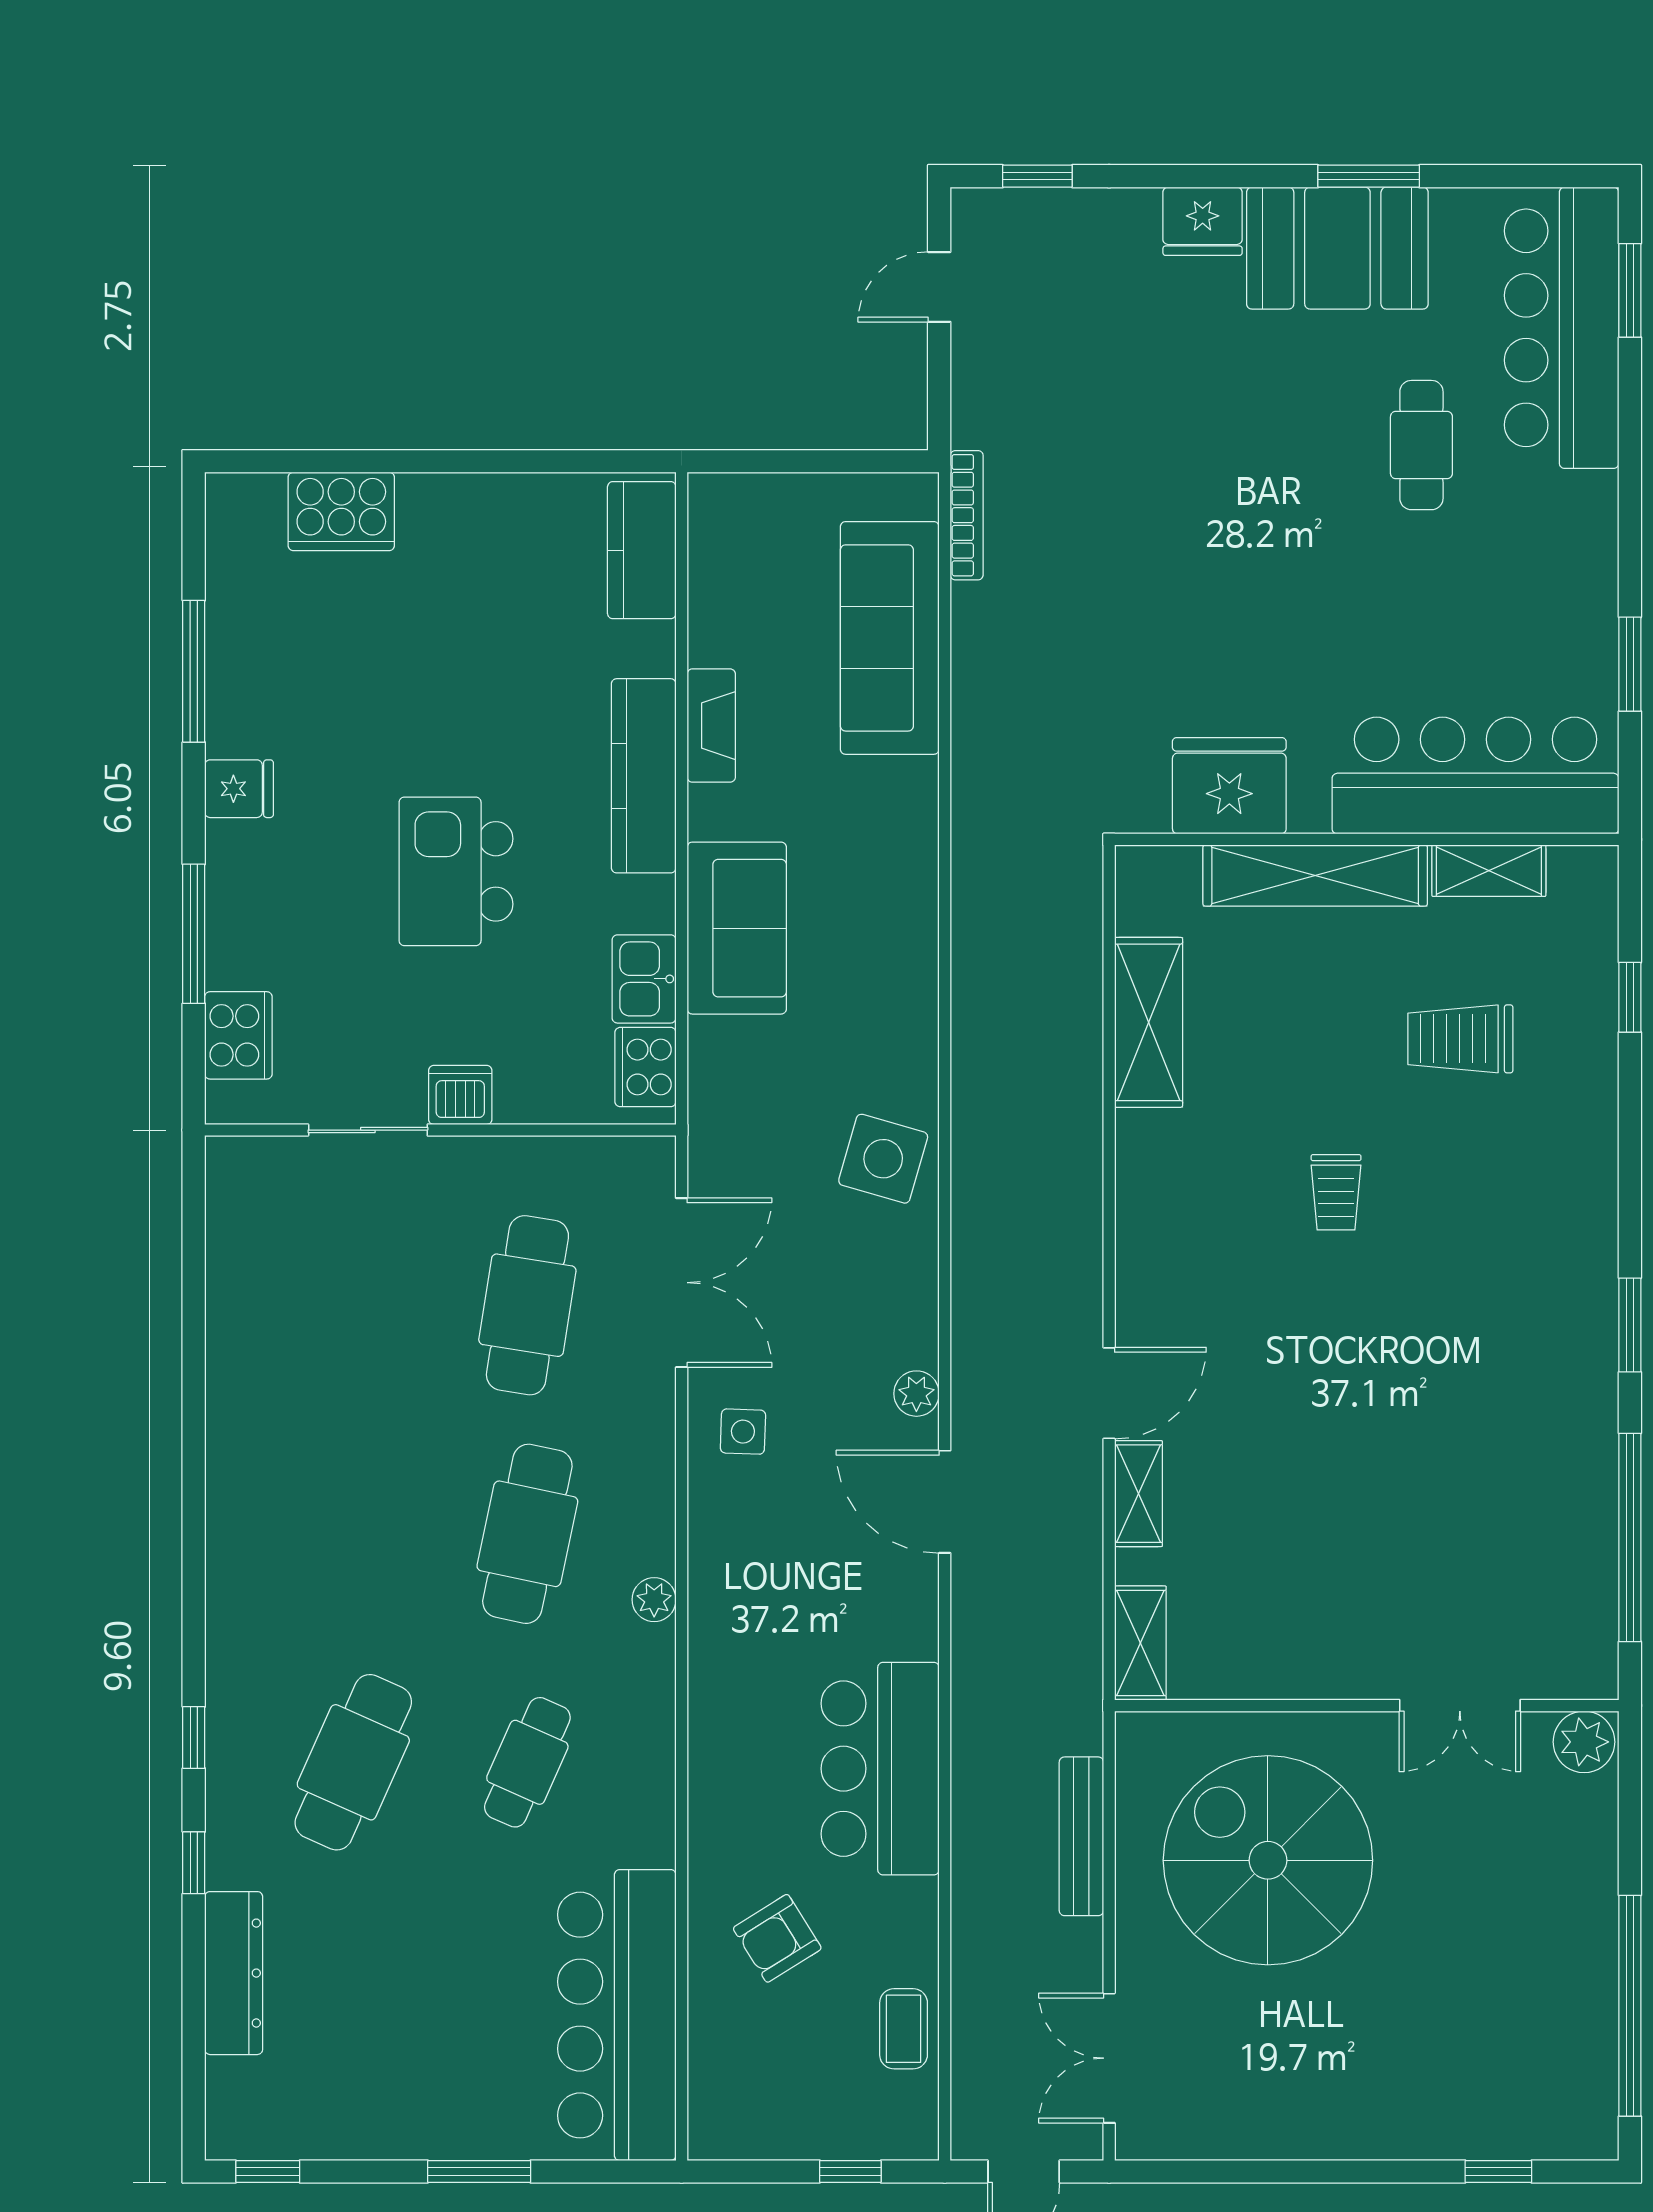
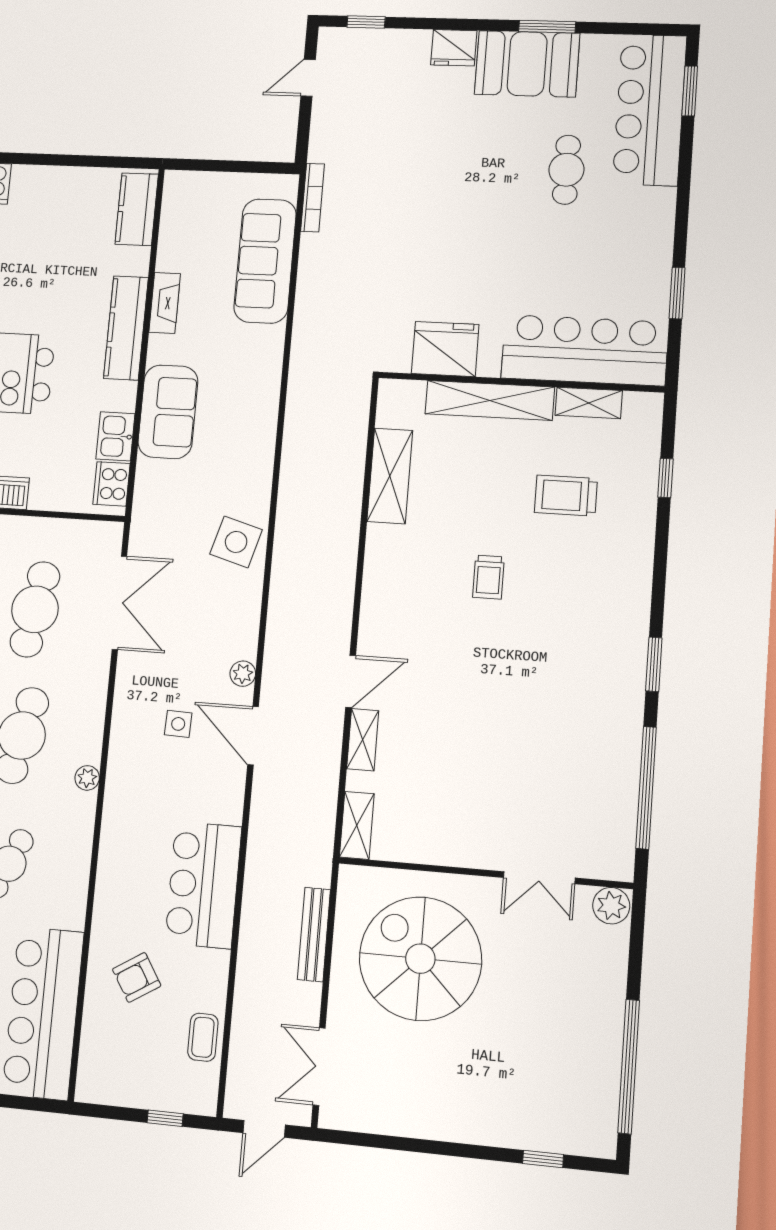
side table: (743, 1432) -> (178, 724), moved

